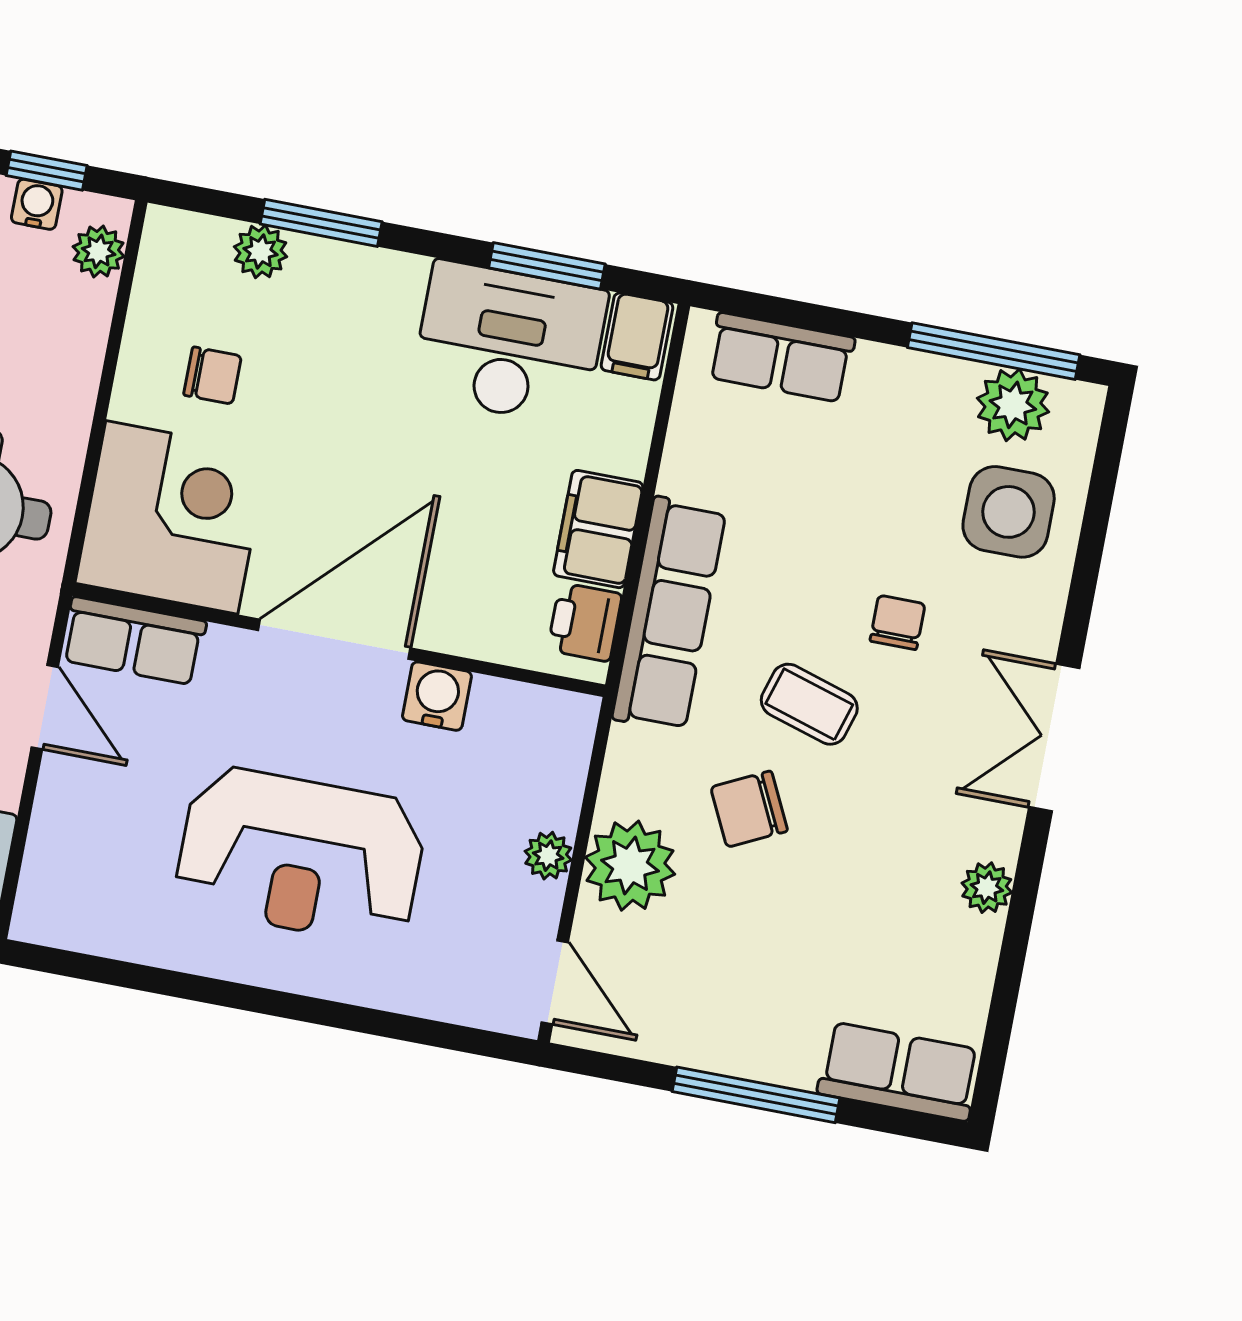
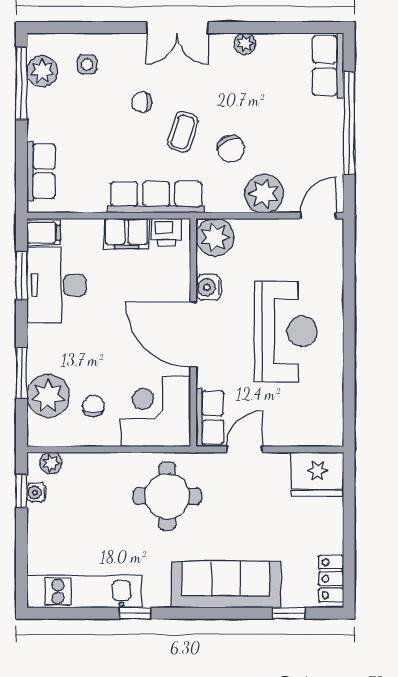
plant: (260, 252) -> (48, 396), width x1.88, depth x1.88
side table: (1009, 512) -> (87, 64), width x0.54, depth x0.54
plant: (548, 856) -> (215, 237), moved, width x1.88, depth x1.88
window: (756, 1095) -> (349, 123), width x1.46

